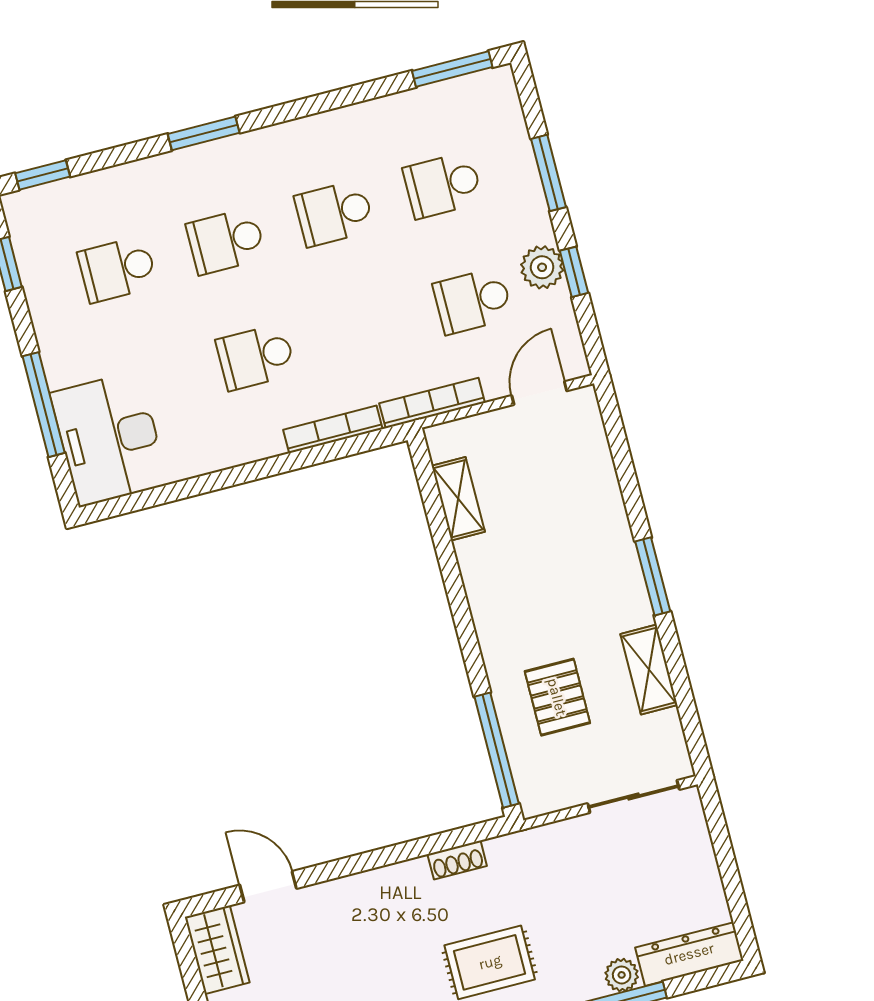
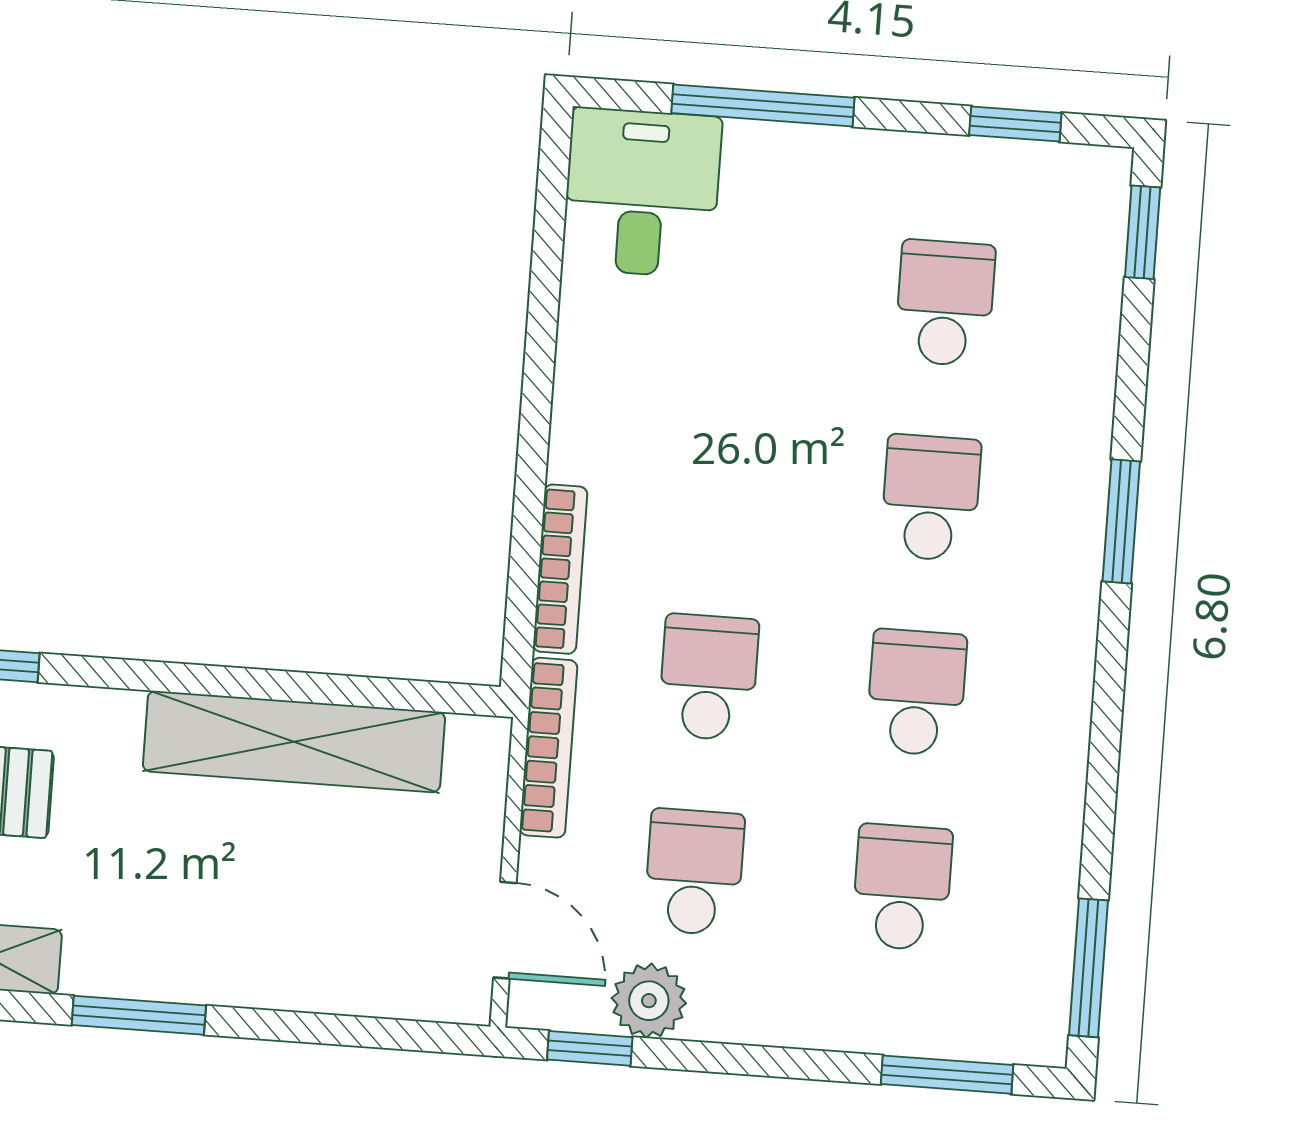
window: (548, 173) -> (947, 1075), moved
plant: (542, 267) -> (649, 1001), moved
window: (574, 272) -> (590, 1048), moved
school desk: (256, 357) -> (709, 677), moved
desk: (109, 439) -> (642, 193), width x0.73
shelving: (458, 499) -> (294, 742), width x2.20, depth x1.33

